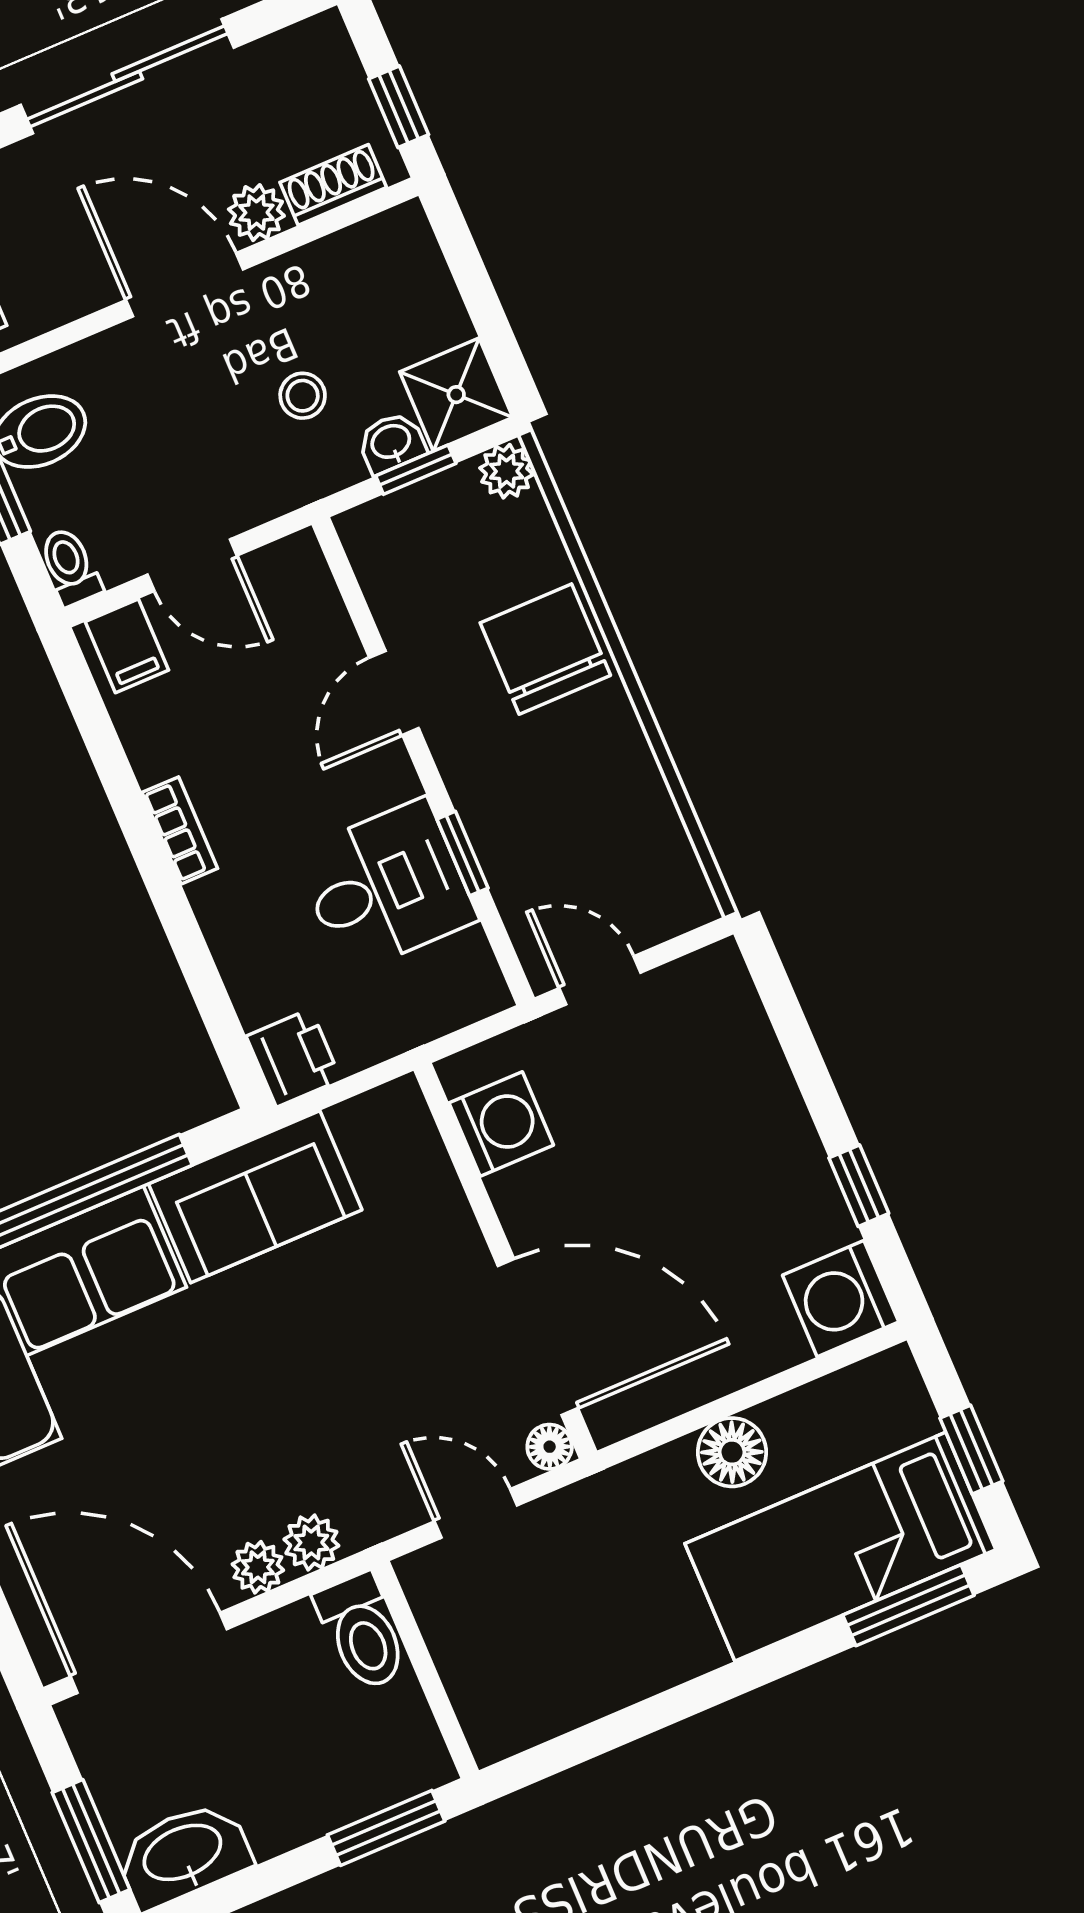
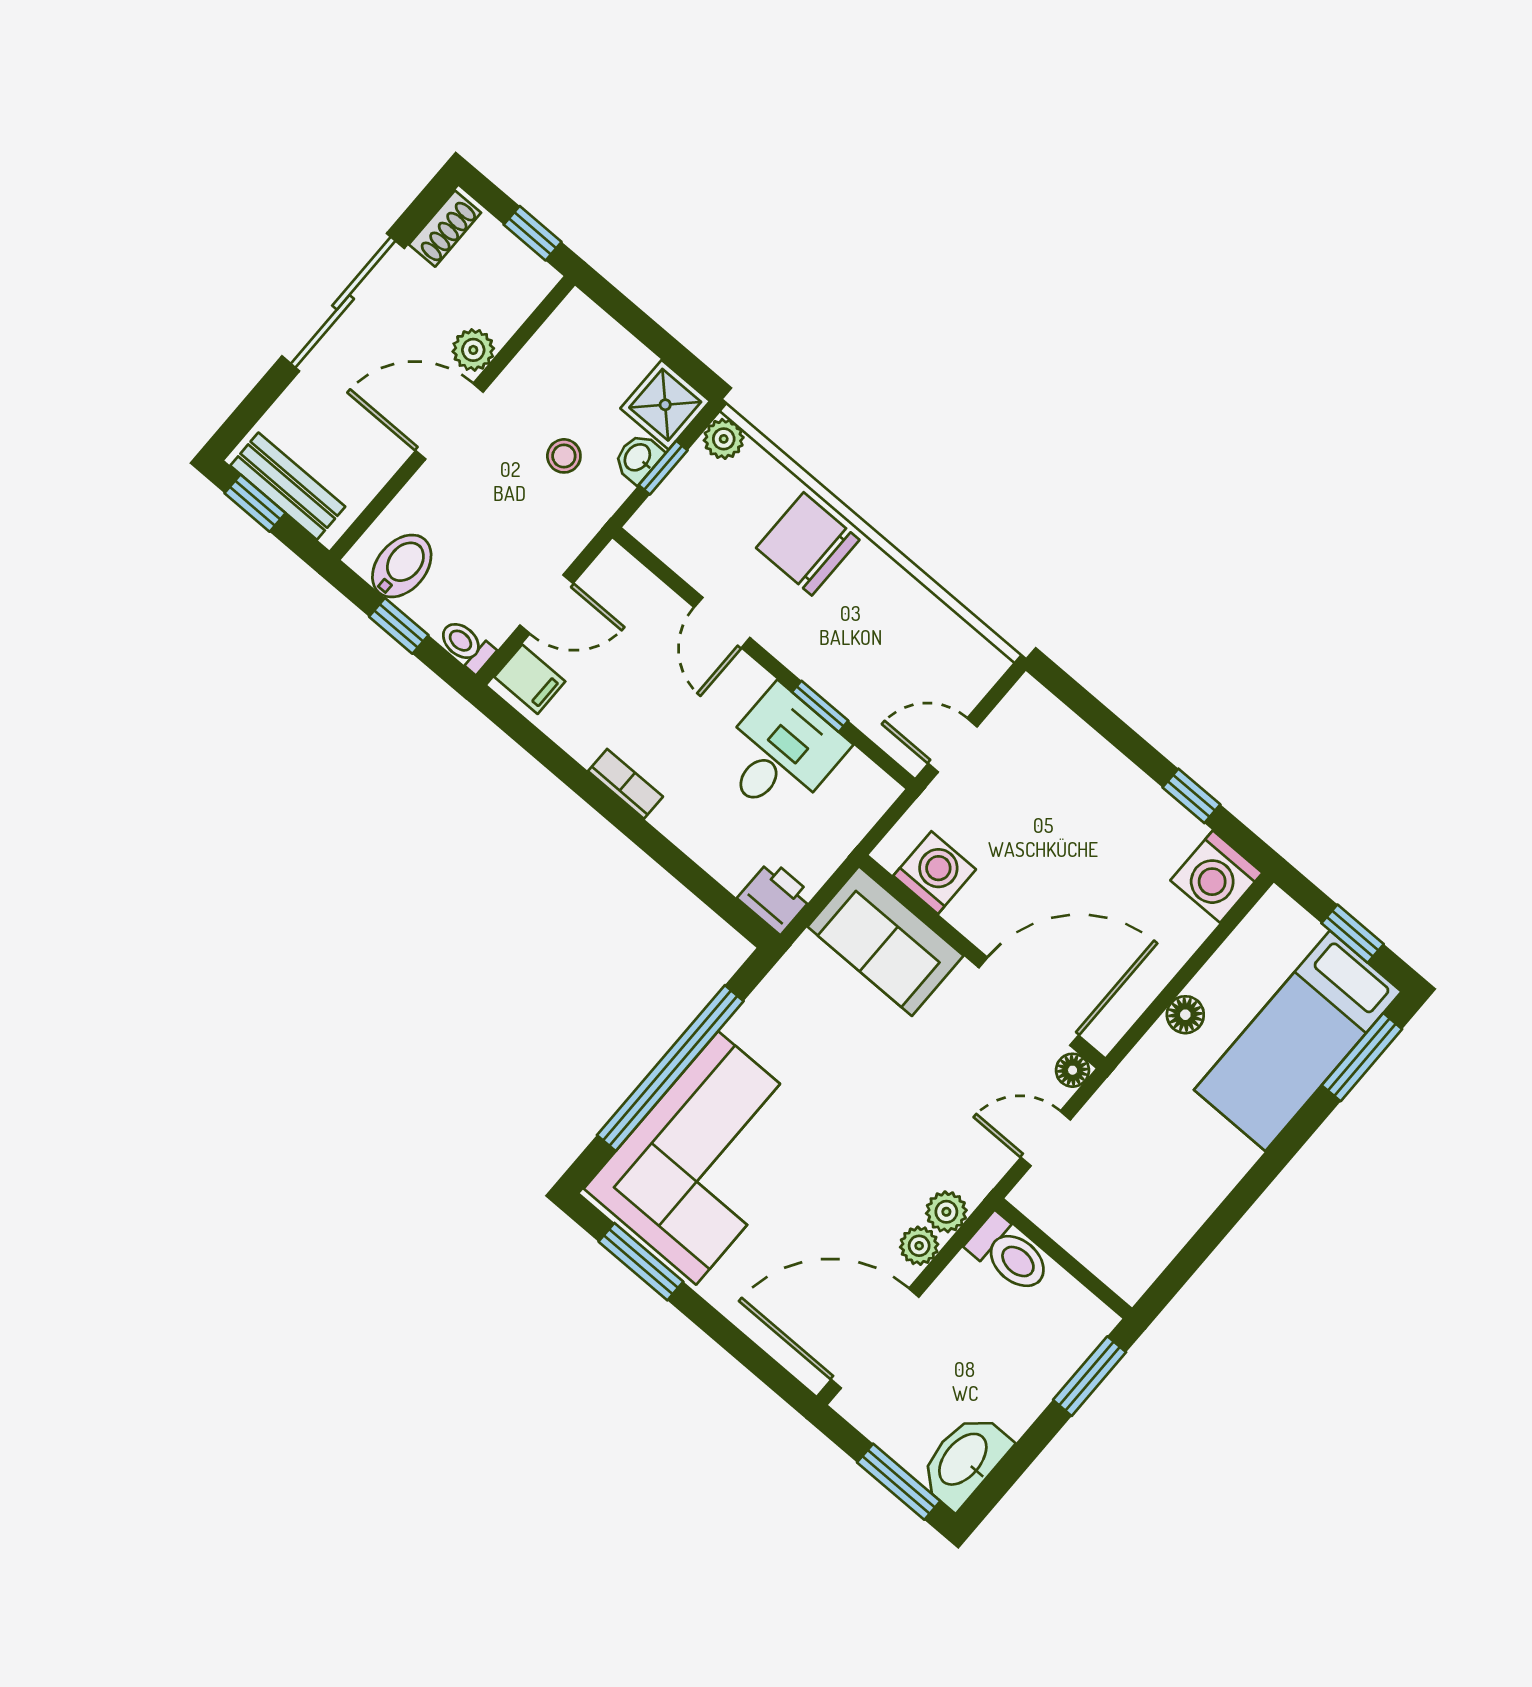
shoe rack: (333, 185) -> (445, 229), moved, turned 180
sofa: (255, 1197) -> (885, 941), moved, turned 90
floor lamp: (732, 1452) -> (1185, 1015), width x0.73, depth x0.73

